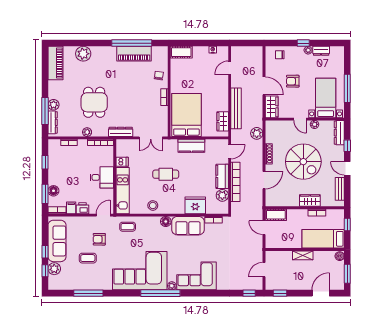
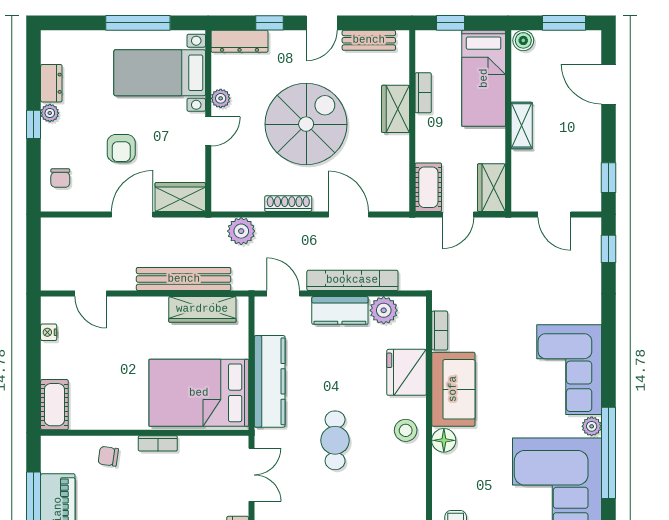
wardrobe: (223, 121) -> (202, 309), width x1.50
kitchen counter: (191, 146) -> (270, 381), width x1.50
stool: (153, 205) -> (406, 430), moved
wardrobe: (276, 242) -> (491, 188), added

